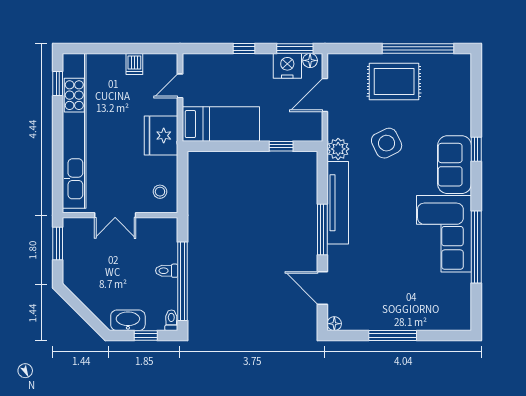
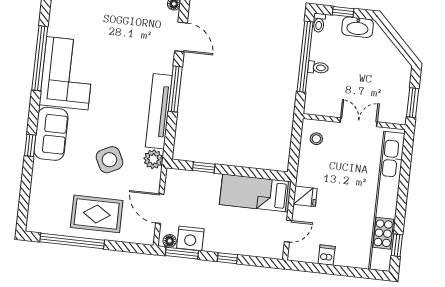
door: (325, 95) -> (160, 209), swing flipped
fridge: (161, 136) -> (305, 196), width x0.53, depth x0.75

